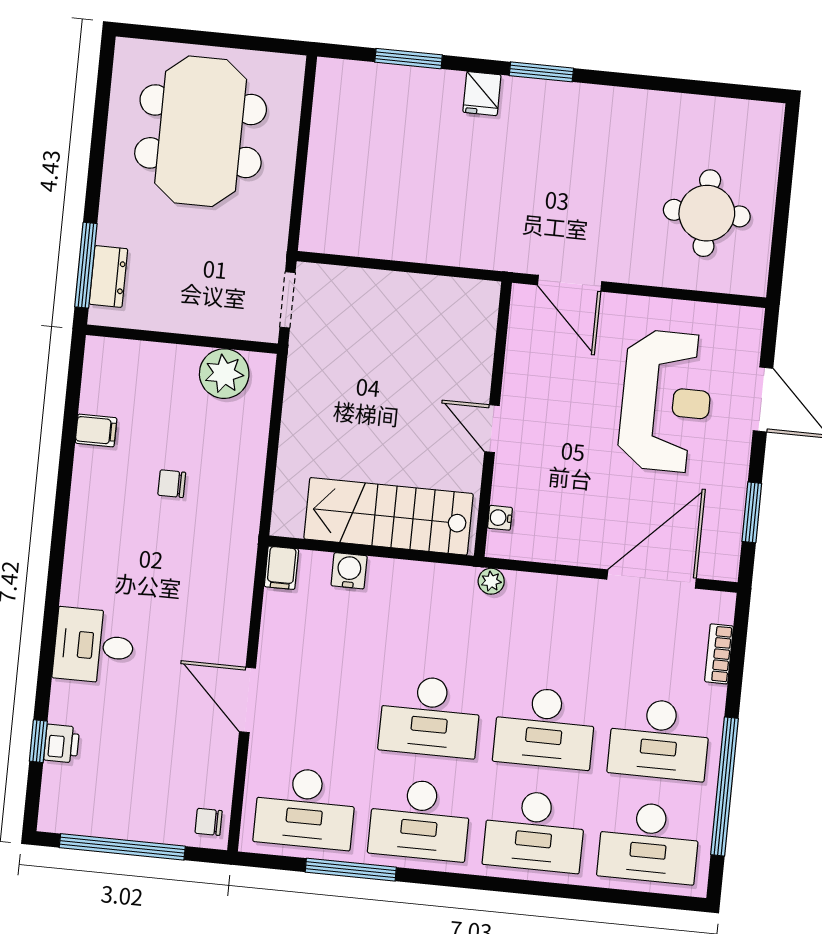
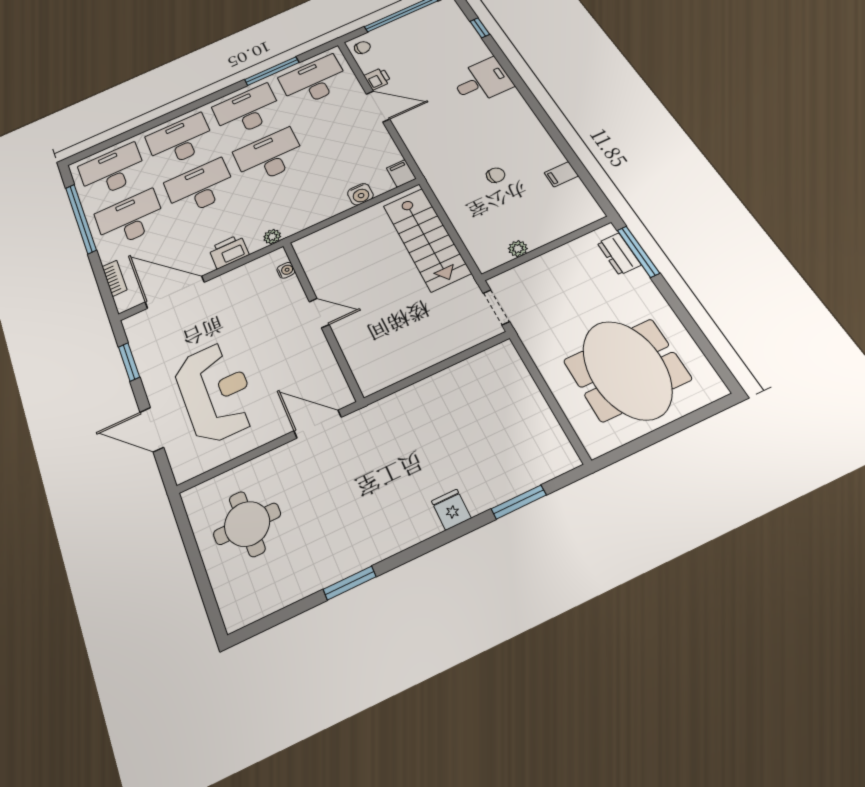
window: (541, 72) -> (350, 583), moved
plant: (224, 374) -> (518, 249), width x0.53, depth x0.53
reception desk: (666, 401) -> (216, 392), turned 180
stairs: (389, 516) -> (426, 239), moved, turned 90
door: (652, 579) -> (175, 292), swing flipped
printer: (556, 596) -> (229, 251), added
printer: (62, 744) -> (378, 79), moved, turned 180

